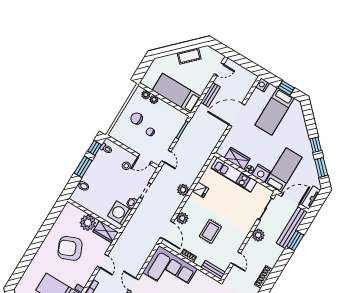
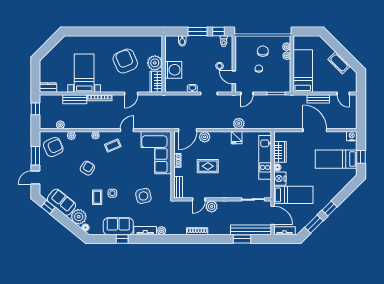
plant: (183, 190) -> (239, 124), moved
washing machine: (120, 213) -> (173, 70), moved, turned 90
plant: (258, 235) -> (212, 206), moved

